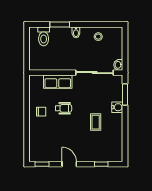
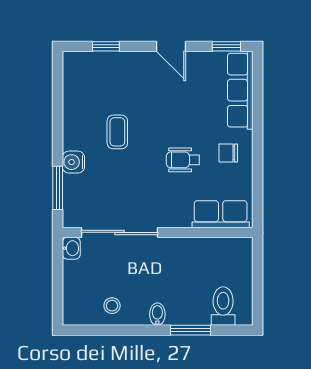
row of seats: (58, 82) -> (221, 214), moved
row of seats: (35, 143) -> (240, 90), added

